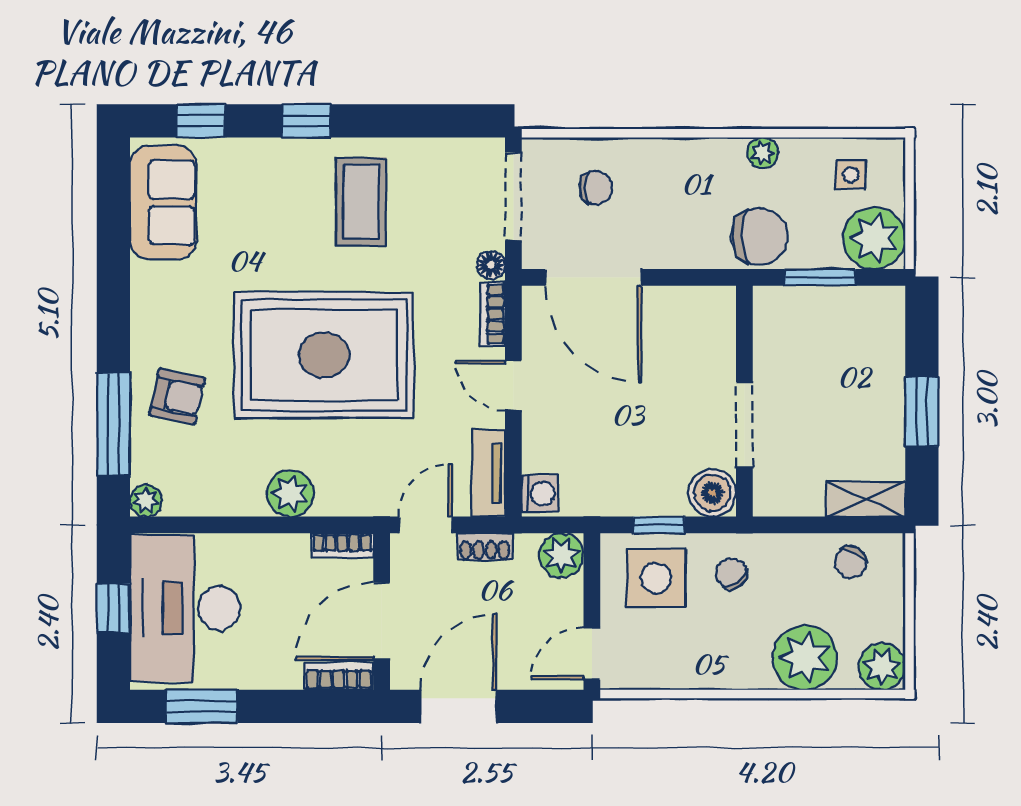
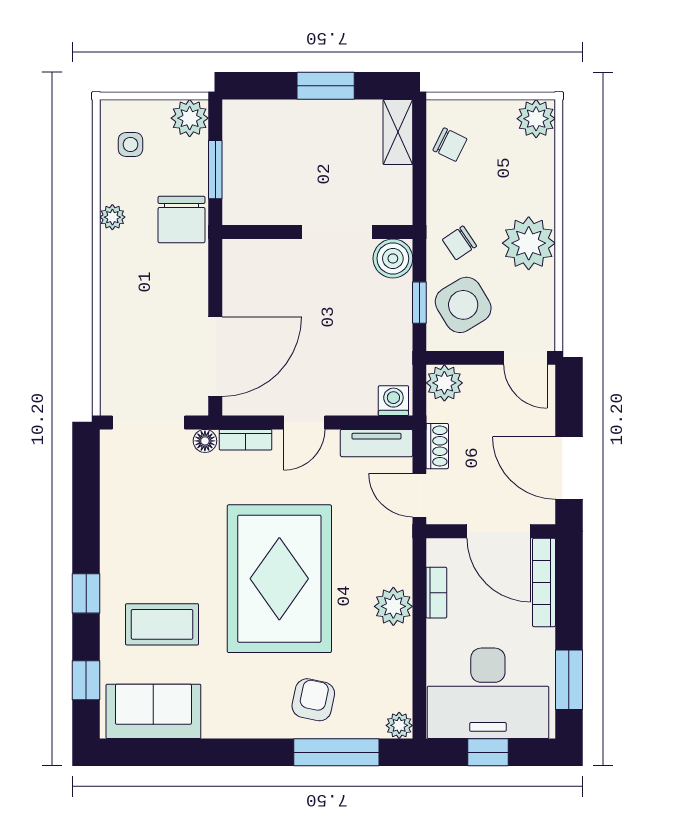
chair: (596, 188) -> (141, 355), removed
coffee table: (361, 202) -> (162, 624), moved
chair: (760, 237) -> (181, 219), turned 180
plant: (874, 238) -> (190, 118), width x0.73, depth x0.73
bookcase: (342, 546) -> (436, 593), moved
side table: (656, 578) -> (463, 305), turned -31
plant: (805, 658) -> (529, 243), moved
bookcase: (339, 676) -> (544, 582), width x1.56

